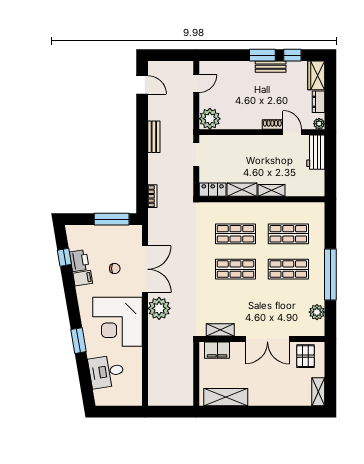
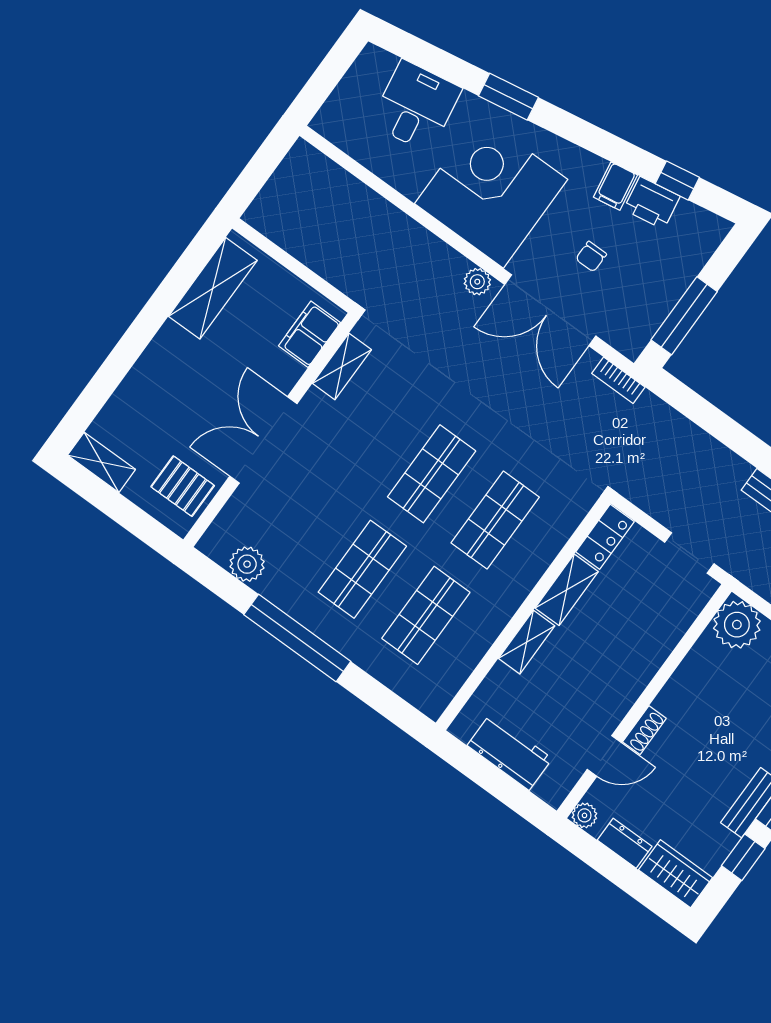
workbench: (316, 152) -> (510, 752), moved
bookcase: (152, 196) -> (618, 380), moved
plant: (159, 308) -> (477, 282), width x0.53, depth x0.53

